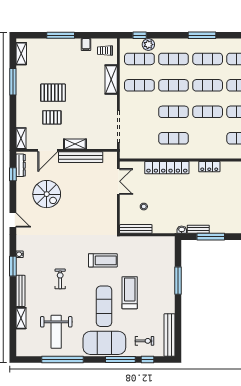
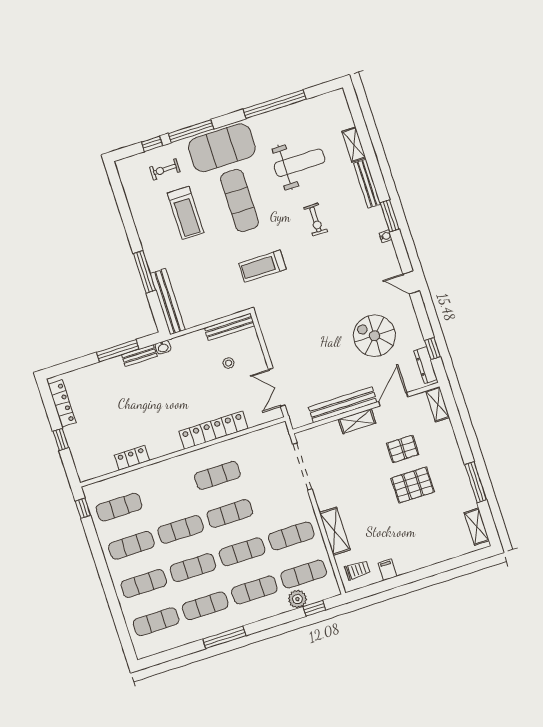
window: (61, 35) -> (428, 571), removed
locker: (209, 167) -> (132, 458), moved
treadmill: (130, 293) -> (186, 213), moved
weight bench: (56, 332) -> (300, 163), moved, turned 90
bench: (170, 335) -> (168, 302), moved

